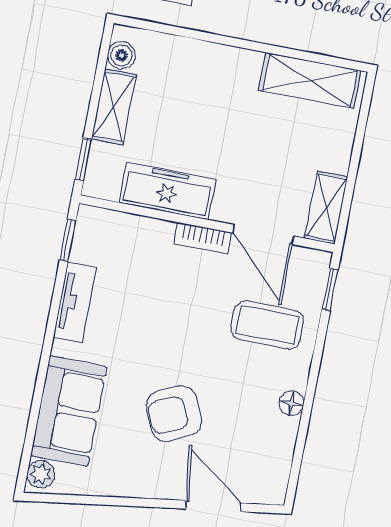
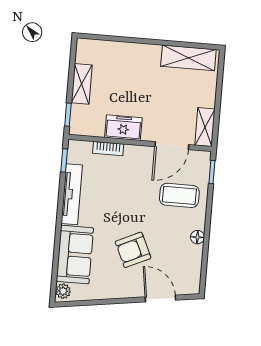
boiler: (121, 55) -> (83, 55), removed
freezer: (167, 191) -> (123, 128), width x0.71
door: (263, 235) -> (172, 146), hinge flipped
bookcase: (203, 238) -> (108, 149), moved
tv unit: (75, 302) -> (72, 194), width x1.41

